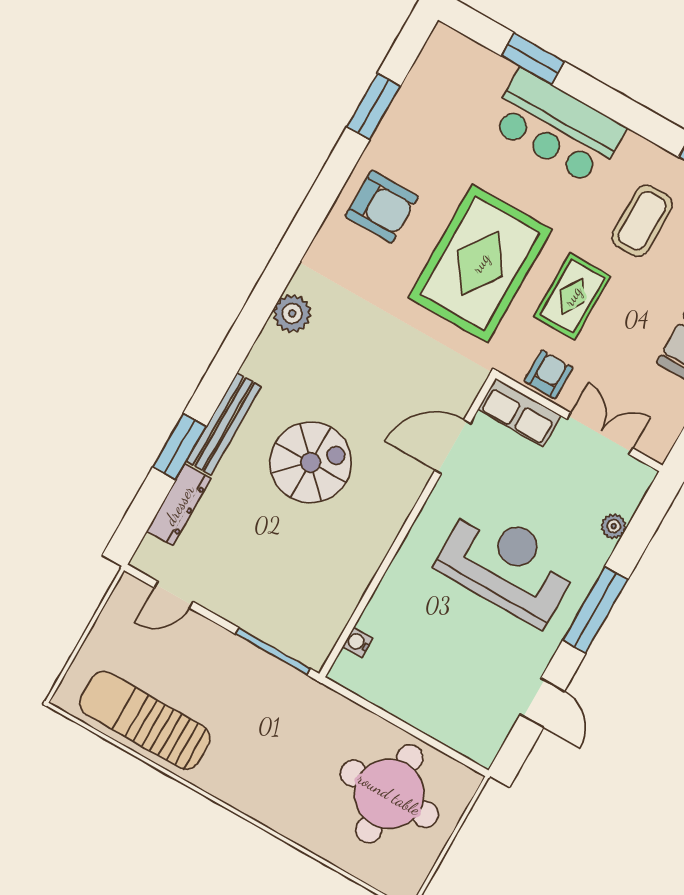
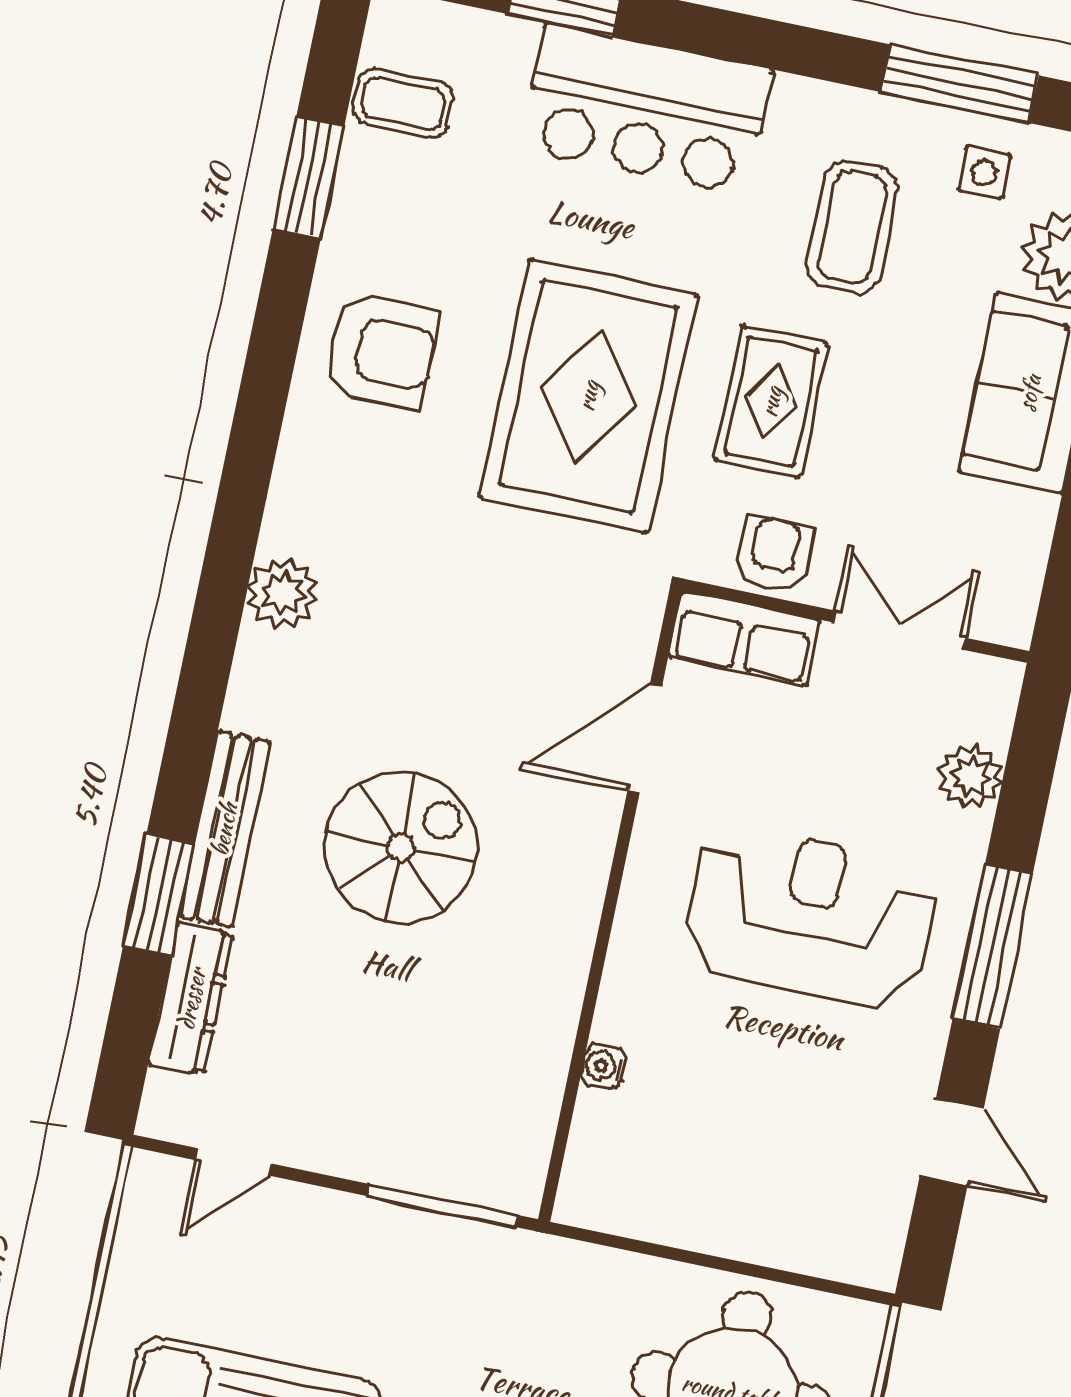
coffee table: (434, 84) -> (403, 103), added
plant: (614, 526) -> (970, 777), width x1.38, depth x1.38
water cooler: (358, 642) -> (604, 1066), moved

